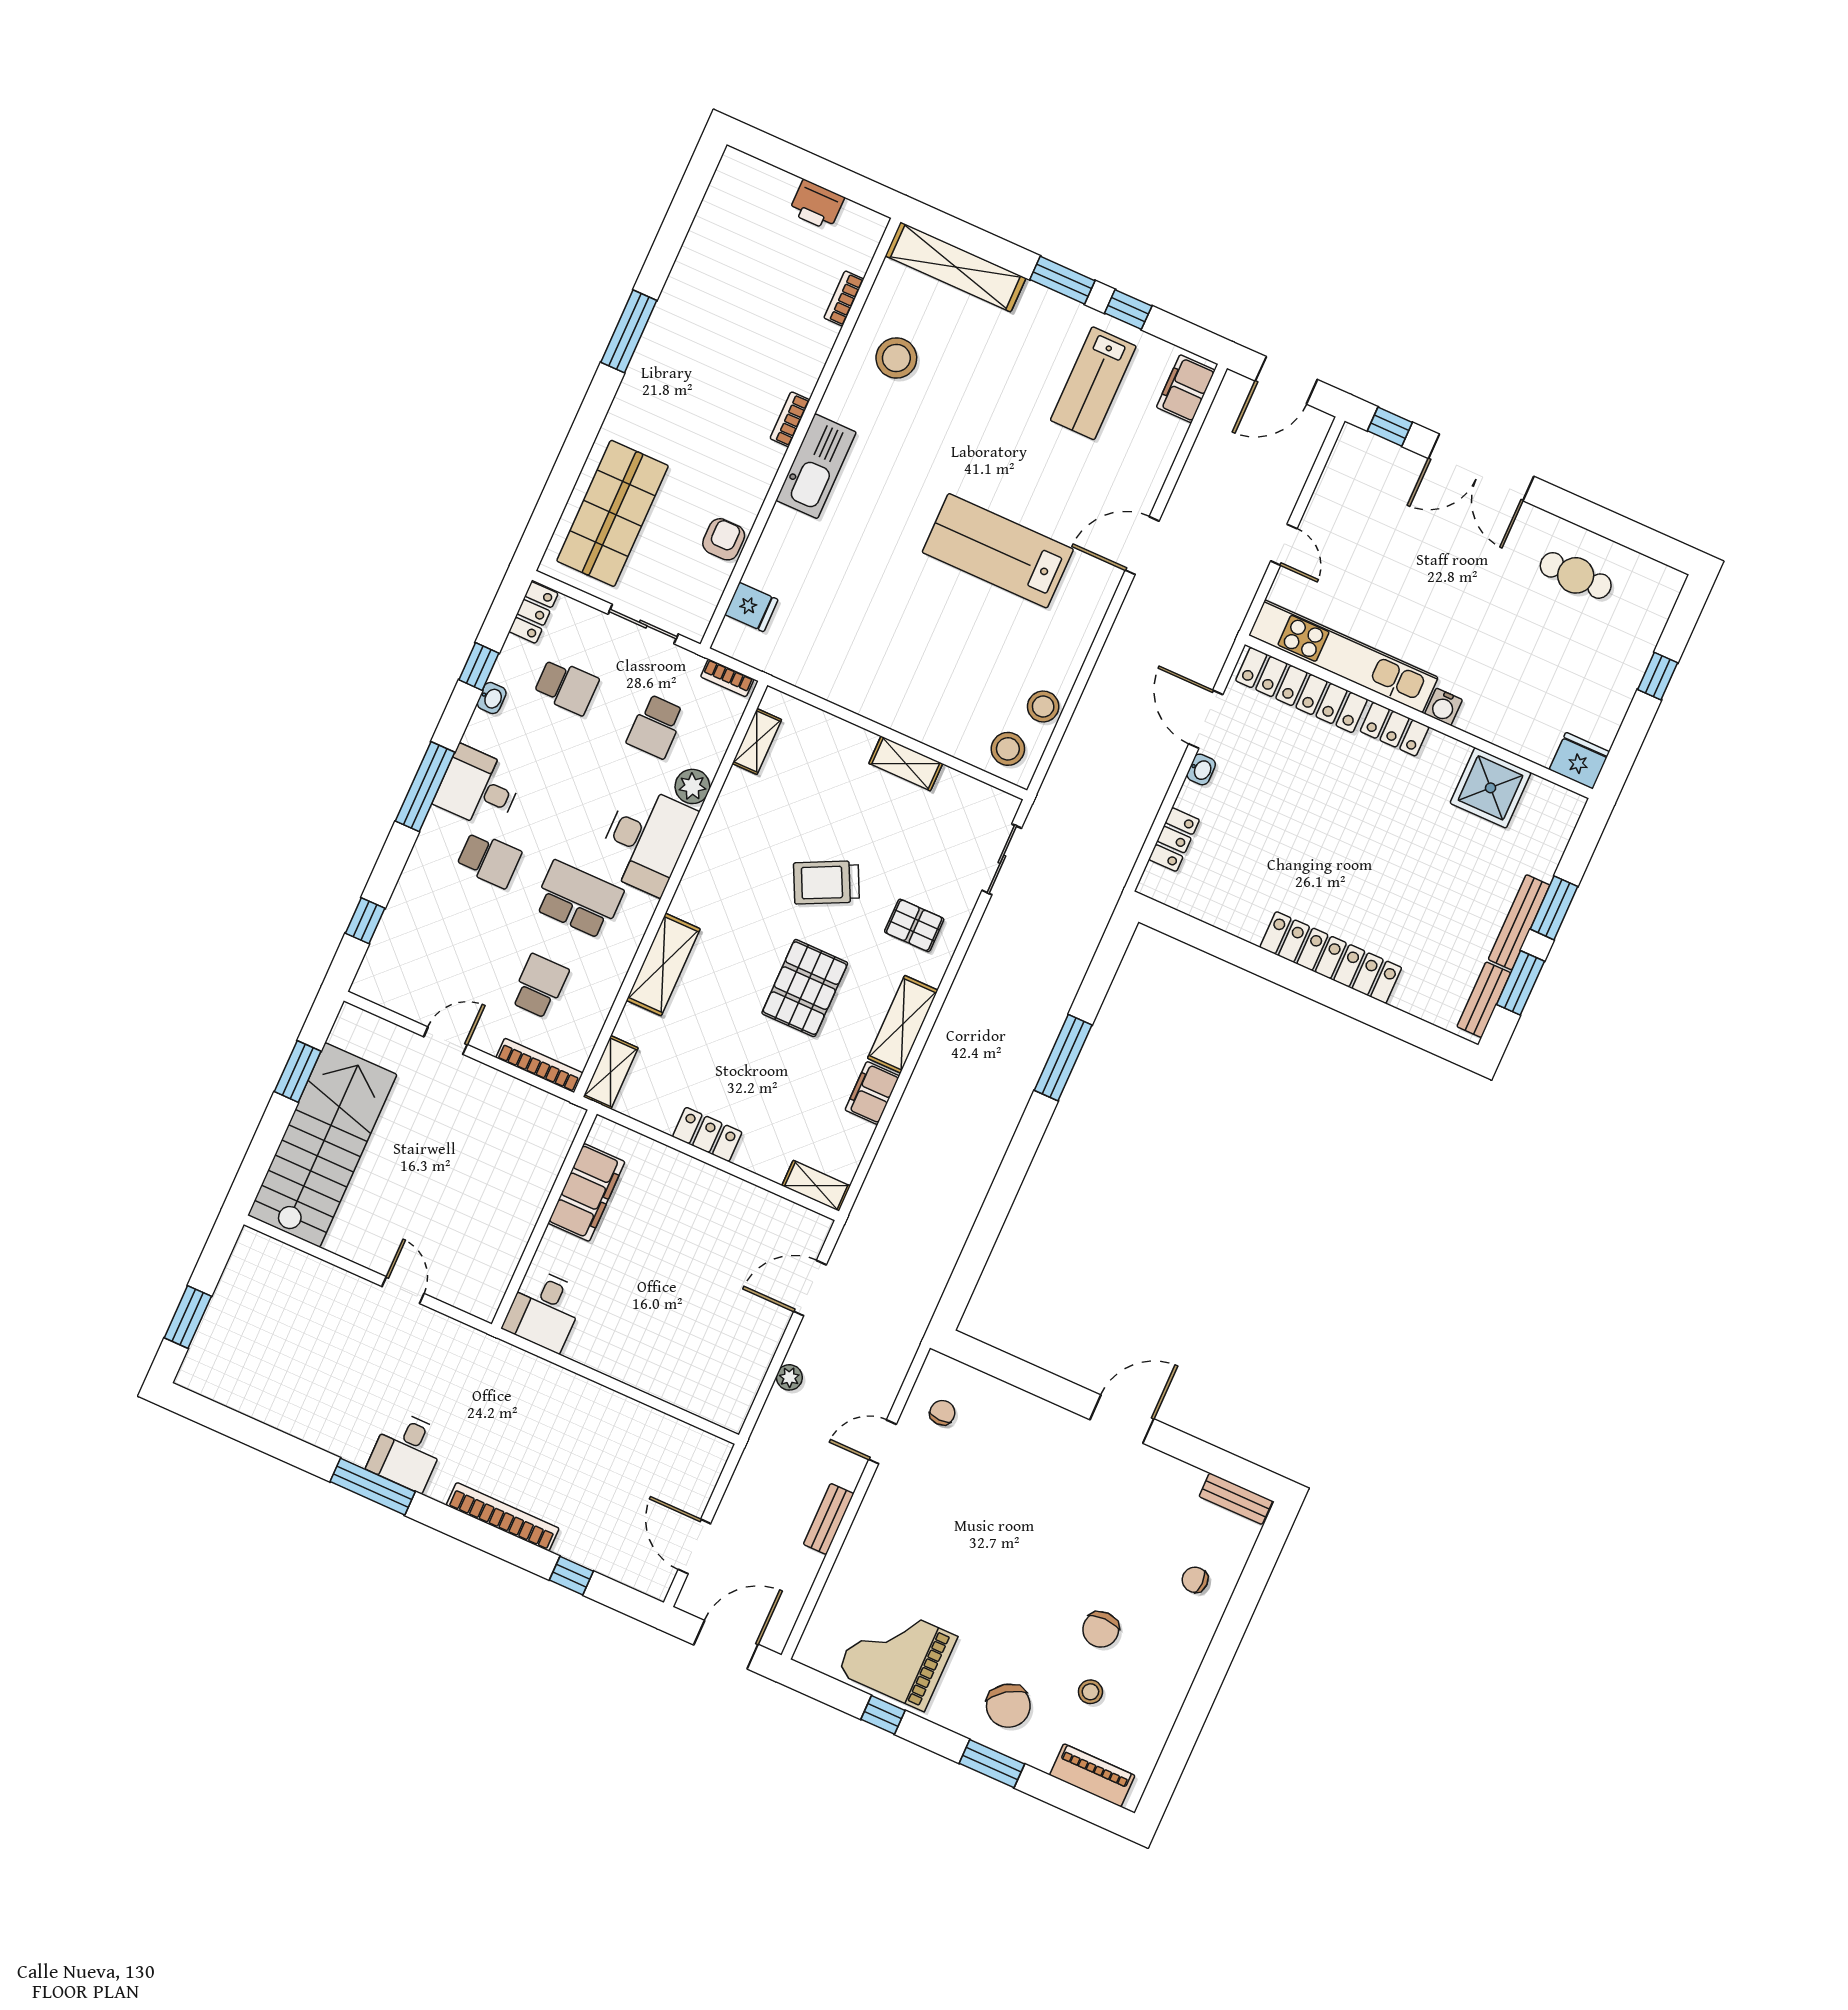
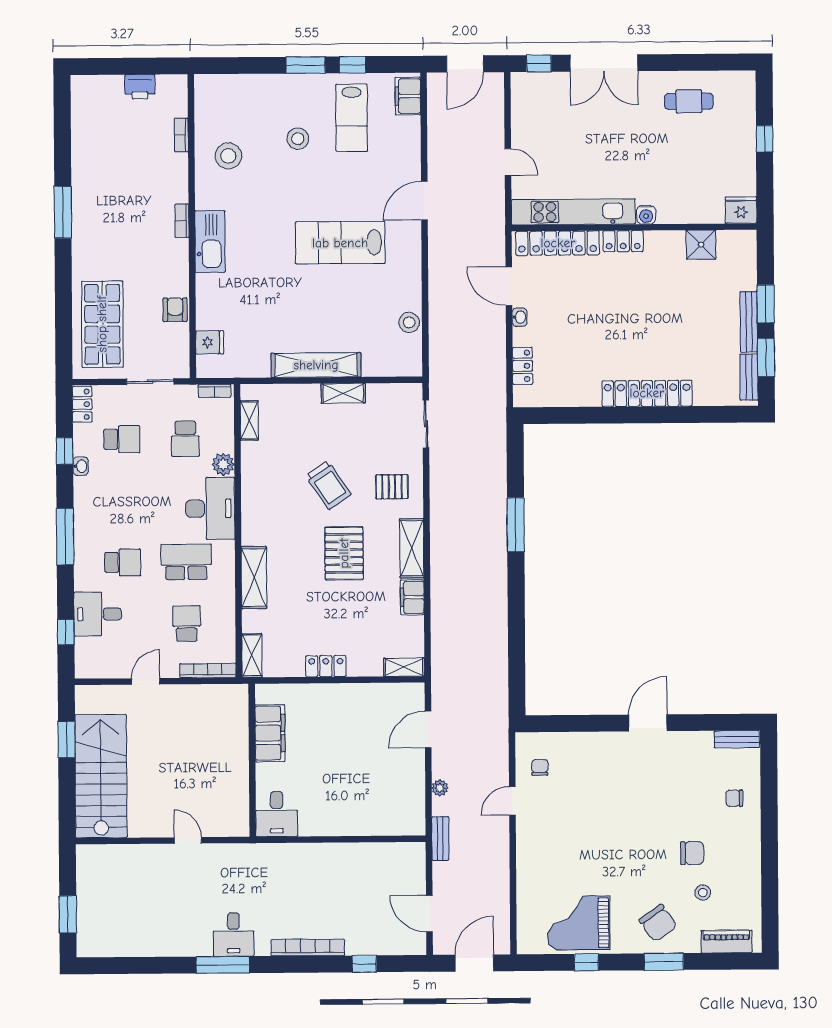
shelving: (955, 267) -> (316, 365), moved
stool: (1008, 749) -> (298, 139), moved
desk: (479, 788) -> (98, 614), moved
shower: (1491, 788) -> (701, 245), width x0.73, depth x0.73
trolley: (826, 882) -> (328, 485), turned -98
bench: (829, 1519) -> (440, 838), moved
chair: (1101, 1629) -> (692, 853), turned -90

